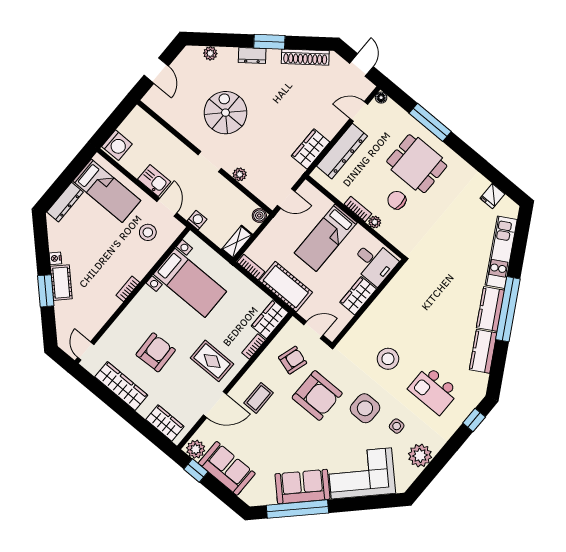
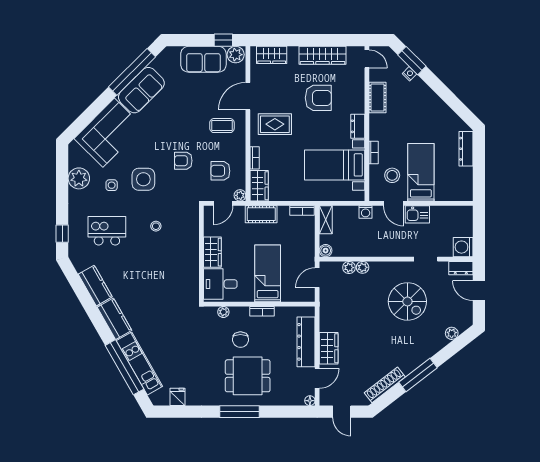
window: (269, 42) -> (418, 375), width x1.44
dresser: (252, 55) -> (461, 268), moved, turned -142
window: (430, 122) -> (240, 412), moved
washing machine: (117, 145) -> (463, 247), moved
wardrobe: (311, 149) -> (329, 348), moved
doorway: (210, 162) -> (426, 259), moved
plant: (251, 184) -> (349, 268), added
bed: (107, 191) -> (421, 172), moved, turned 90
chair: (397, 200) -> (240, 340), turned 90
plant: (375, 222) -> (223, 312), moved
nightstand: (55, 258) -> (409, 74), moved
cot: (61, 283) -> (377, 98), moved, turned 45
cot: (286, 287) -> (261, 214), width x0.73, depth x0.75
bookcase: (128, 289) -> (374, 153), moved
window: (46, 291) -> (412, 61), moved
dresser: (142, 299) -> (358, 126), added
window: (508, 309) -> (124, 367), moved
plant: (293, 325) -> (240, 195), added
armchair: (156, 352) -> (318, 98), turned -88
stool: (388, 359) -> (156, 226), width x0.53, depth x0.53
armchair: (293, 360) -> (220, 171), turned 73
armchair: (317, 395) -> (183, 161), width x0.53, depth x0.53
coffee table: (259, 398) -> (222, 126), turned 90

